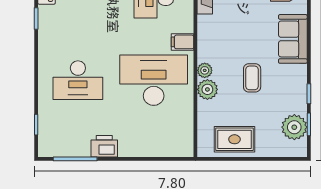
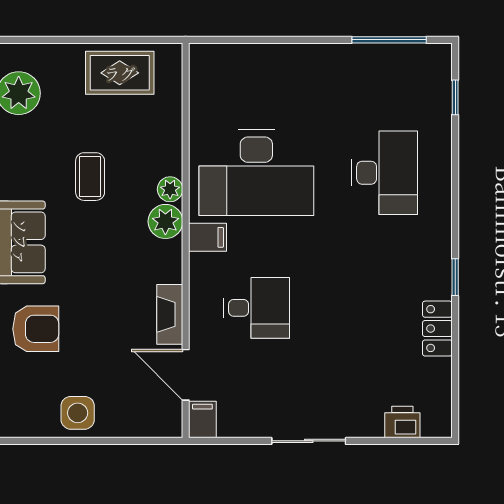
desk: (78, 80) -> (384, 173), turned 90
plant: (207, 89) -> (165, 221), moved
printer: (104, 146) -> (340, 61), removed

